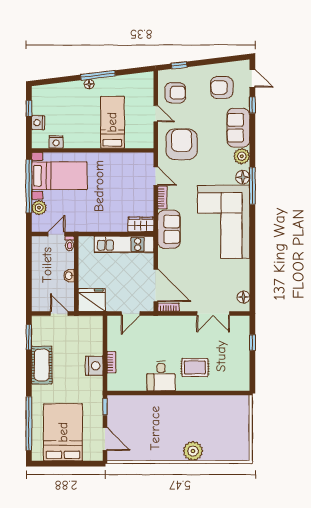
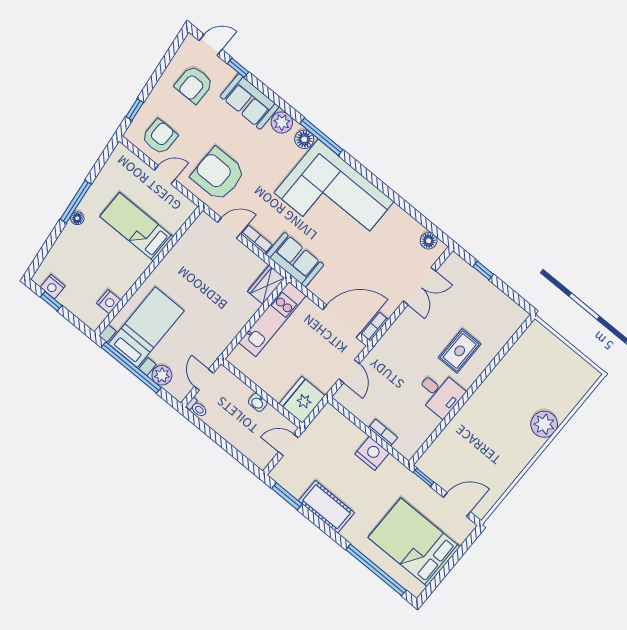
nightstand: (38, 123) -> (53, 287), moved
toilet: (70, 243) -> (197, 408), moved

